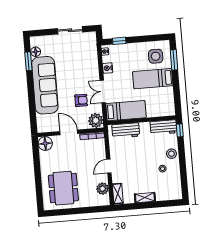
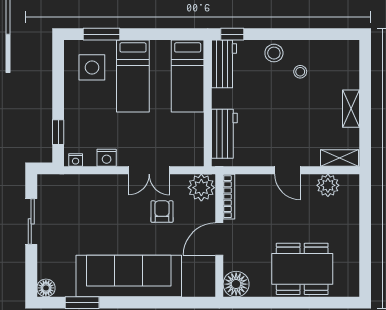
floor lamp: (36, 52) -> (46, 288), moved
bed: (126, 111) -> (188, 76), moved, turned 180
dining table: (63, 188) -> (302, 269), moved

